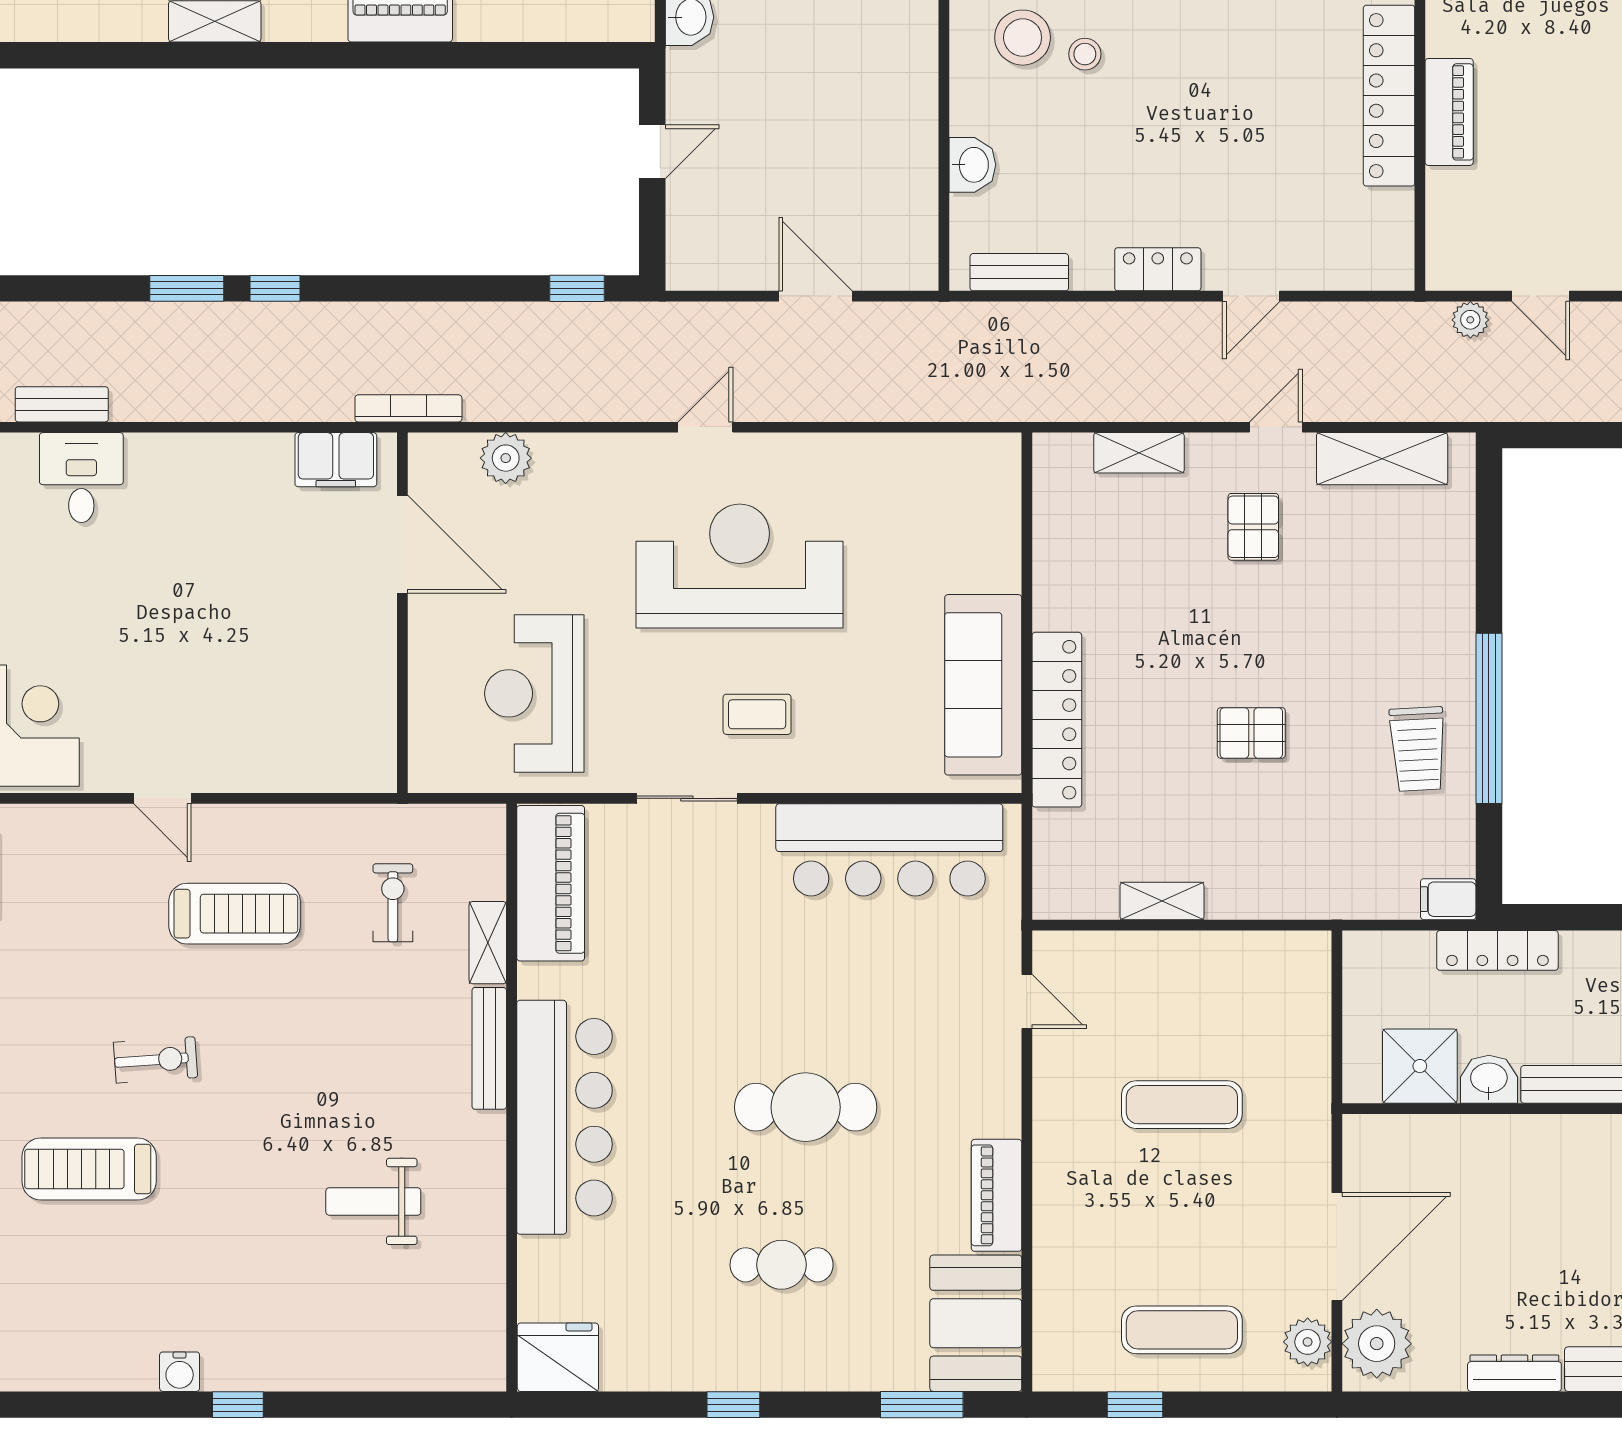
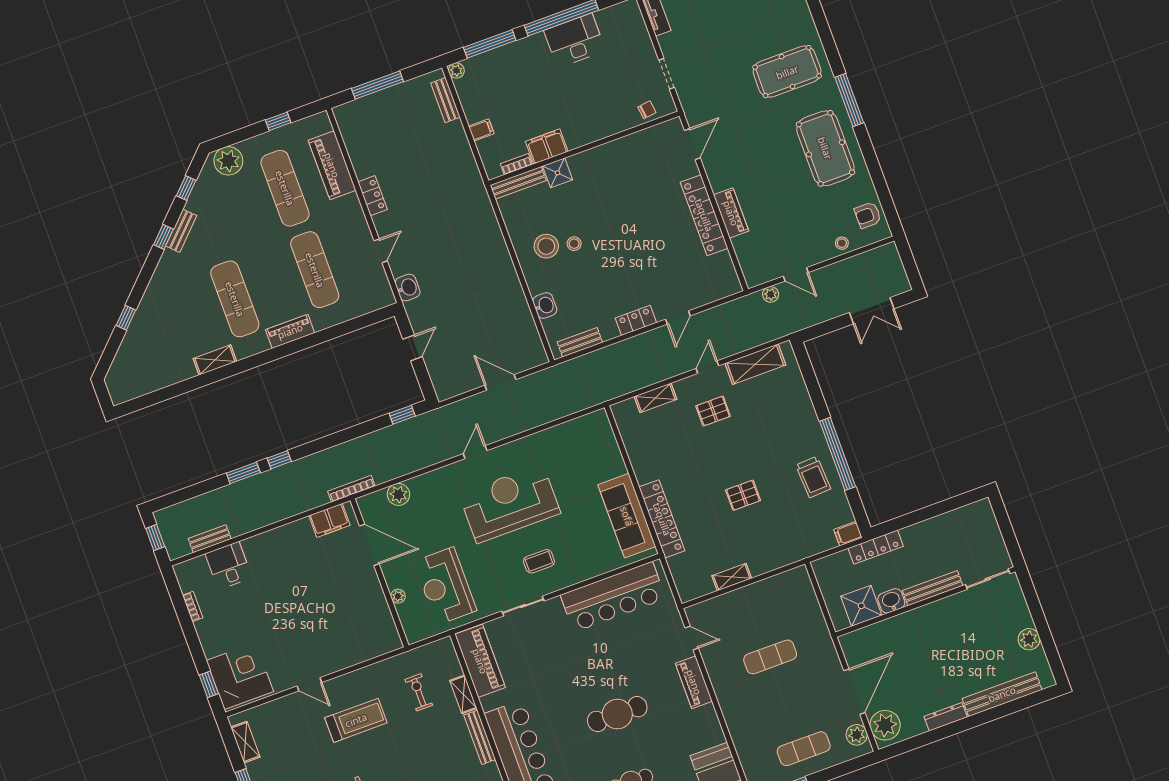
pallet: (1253, 527) -> (713, 411), turned 90
plant: (424, 678) -> (398, 596), added
piano: (997, 1195) -> (694, 682), moved

